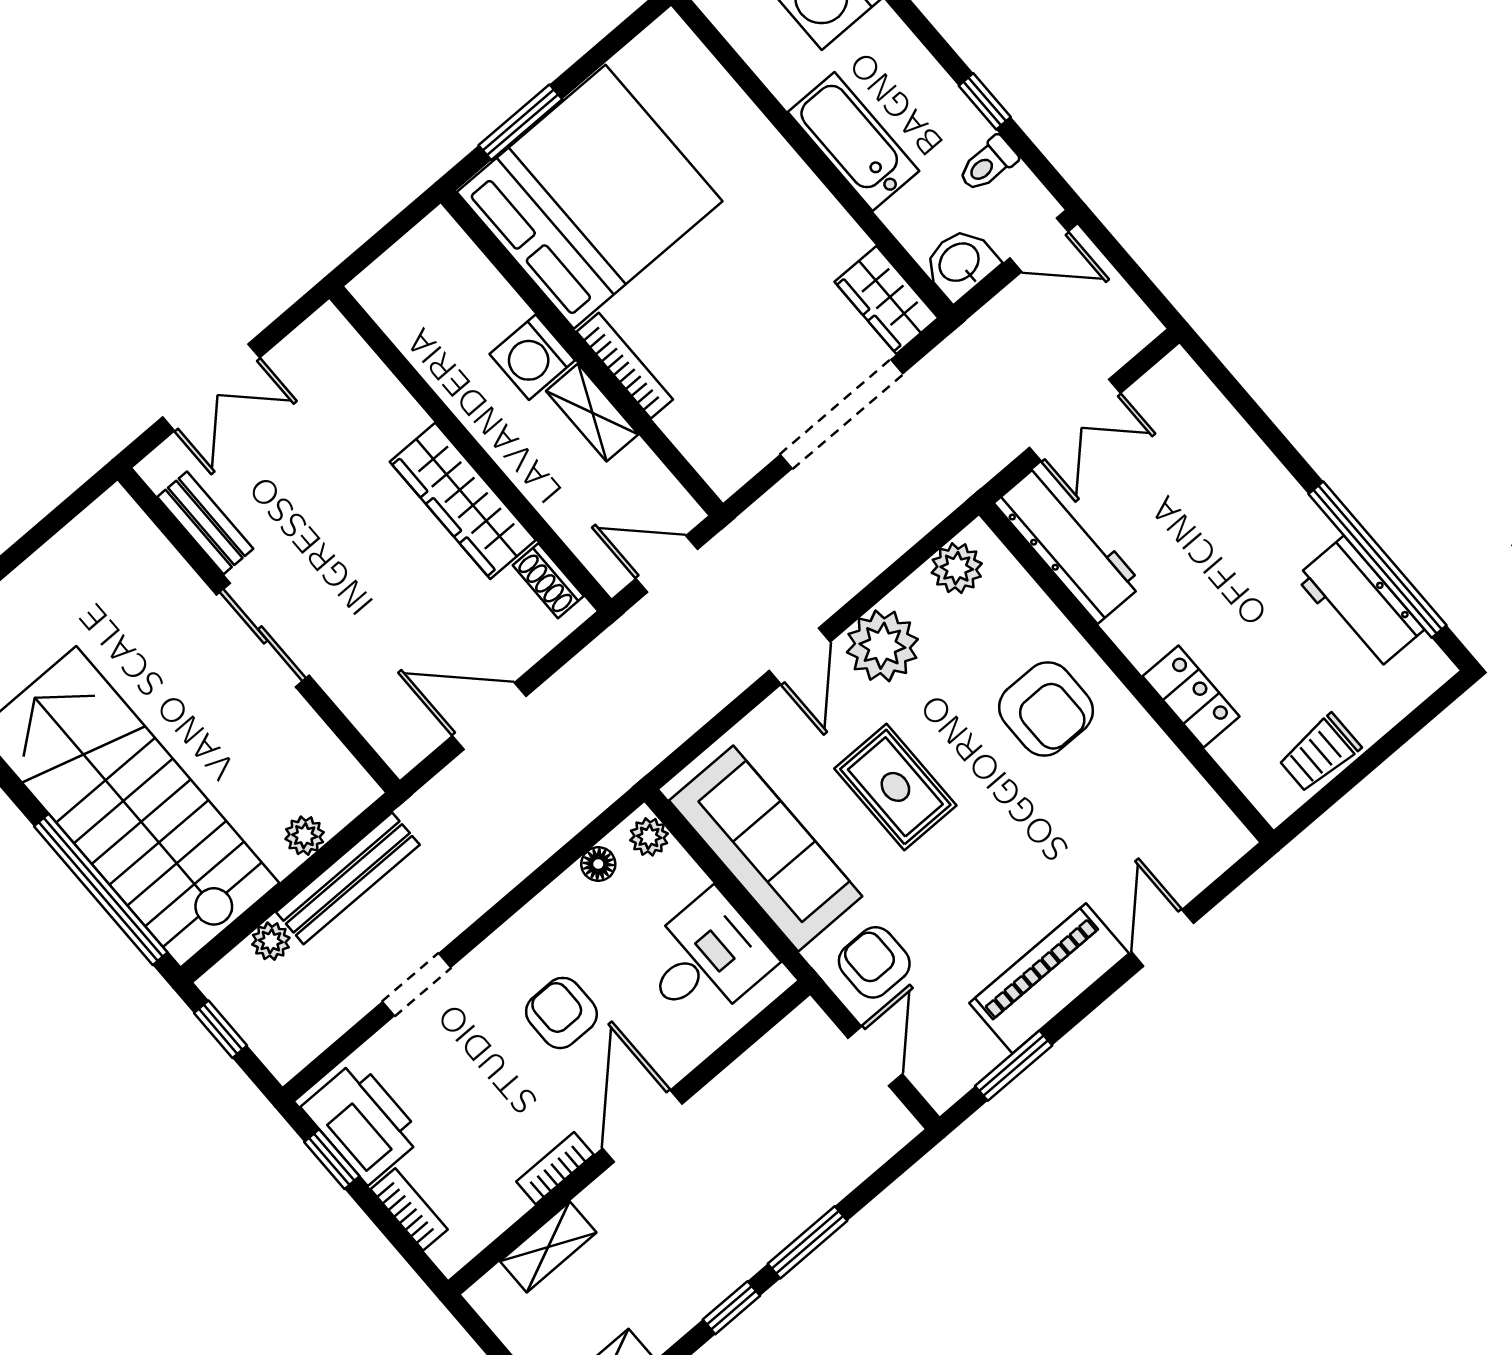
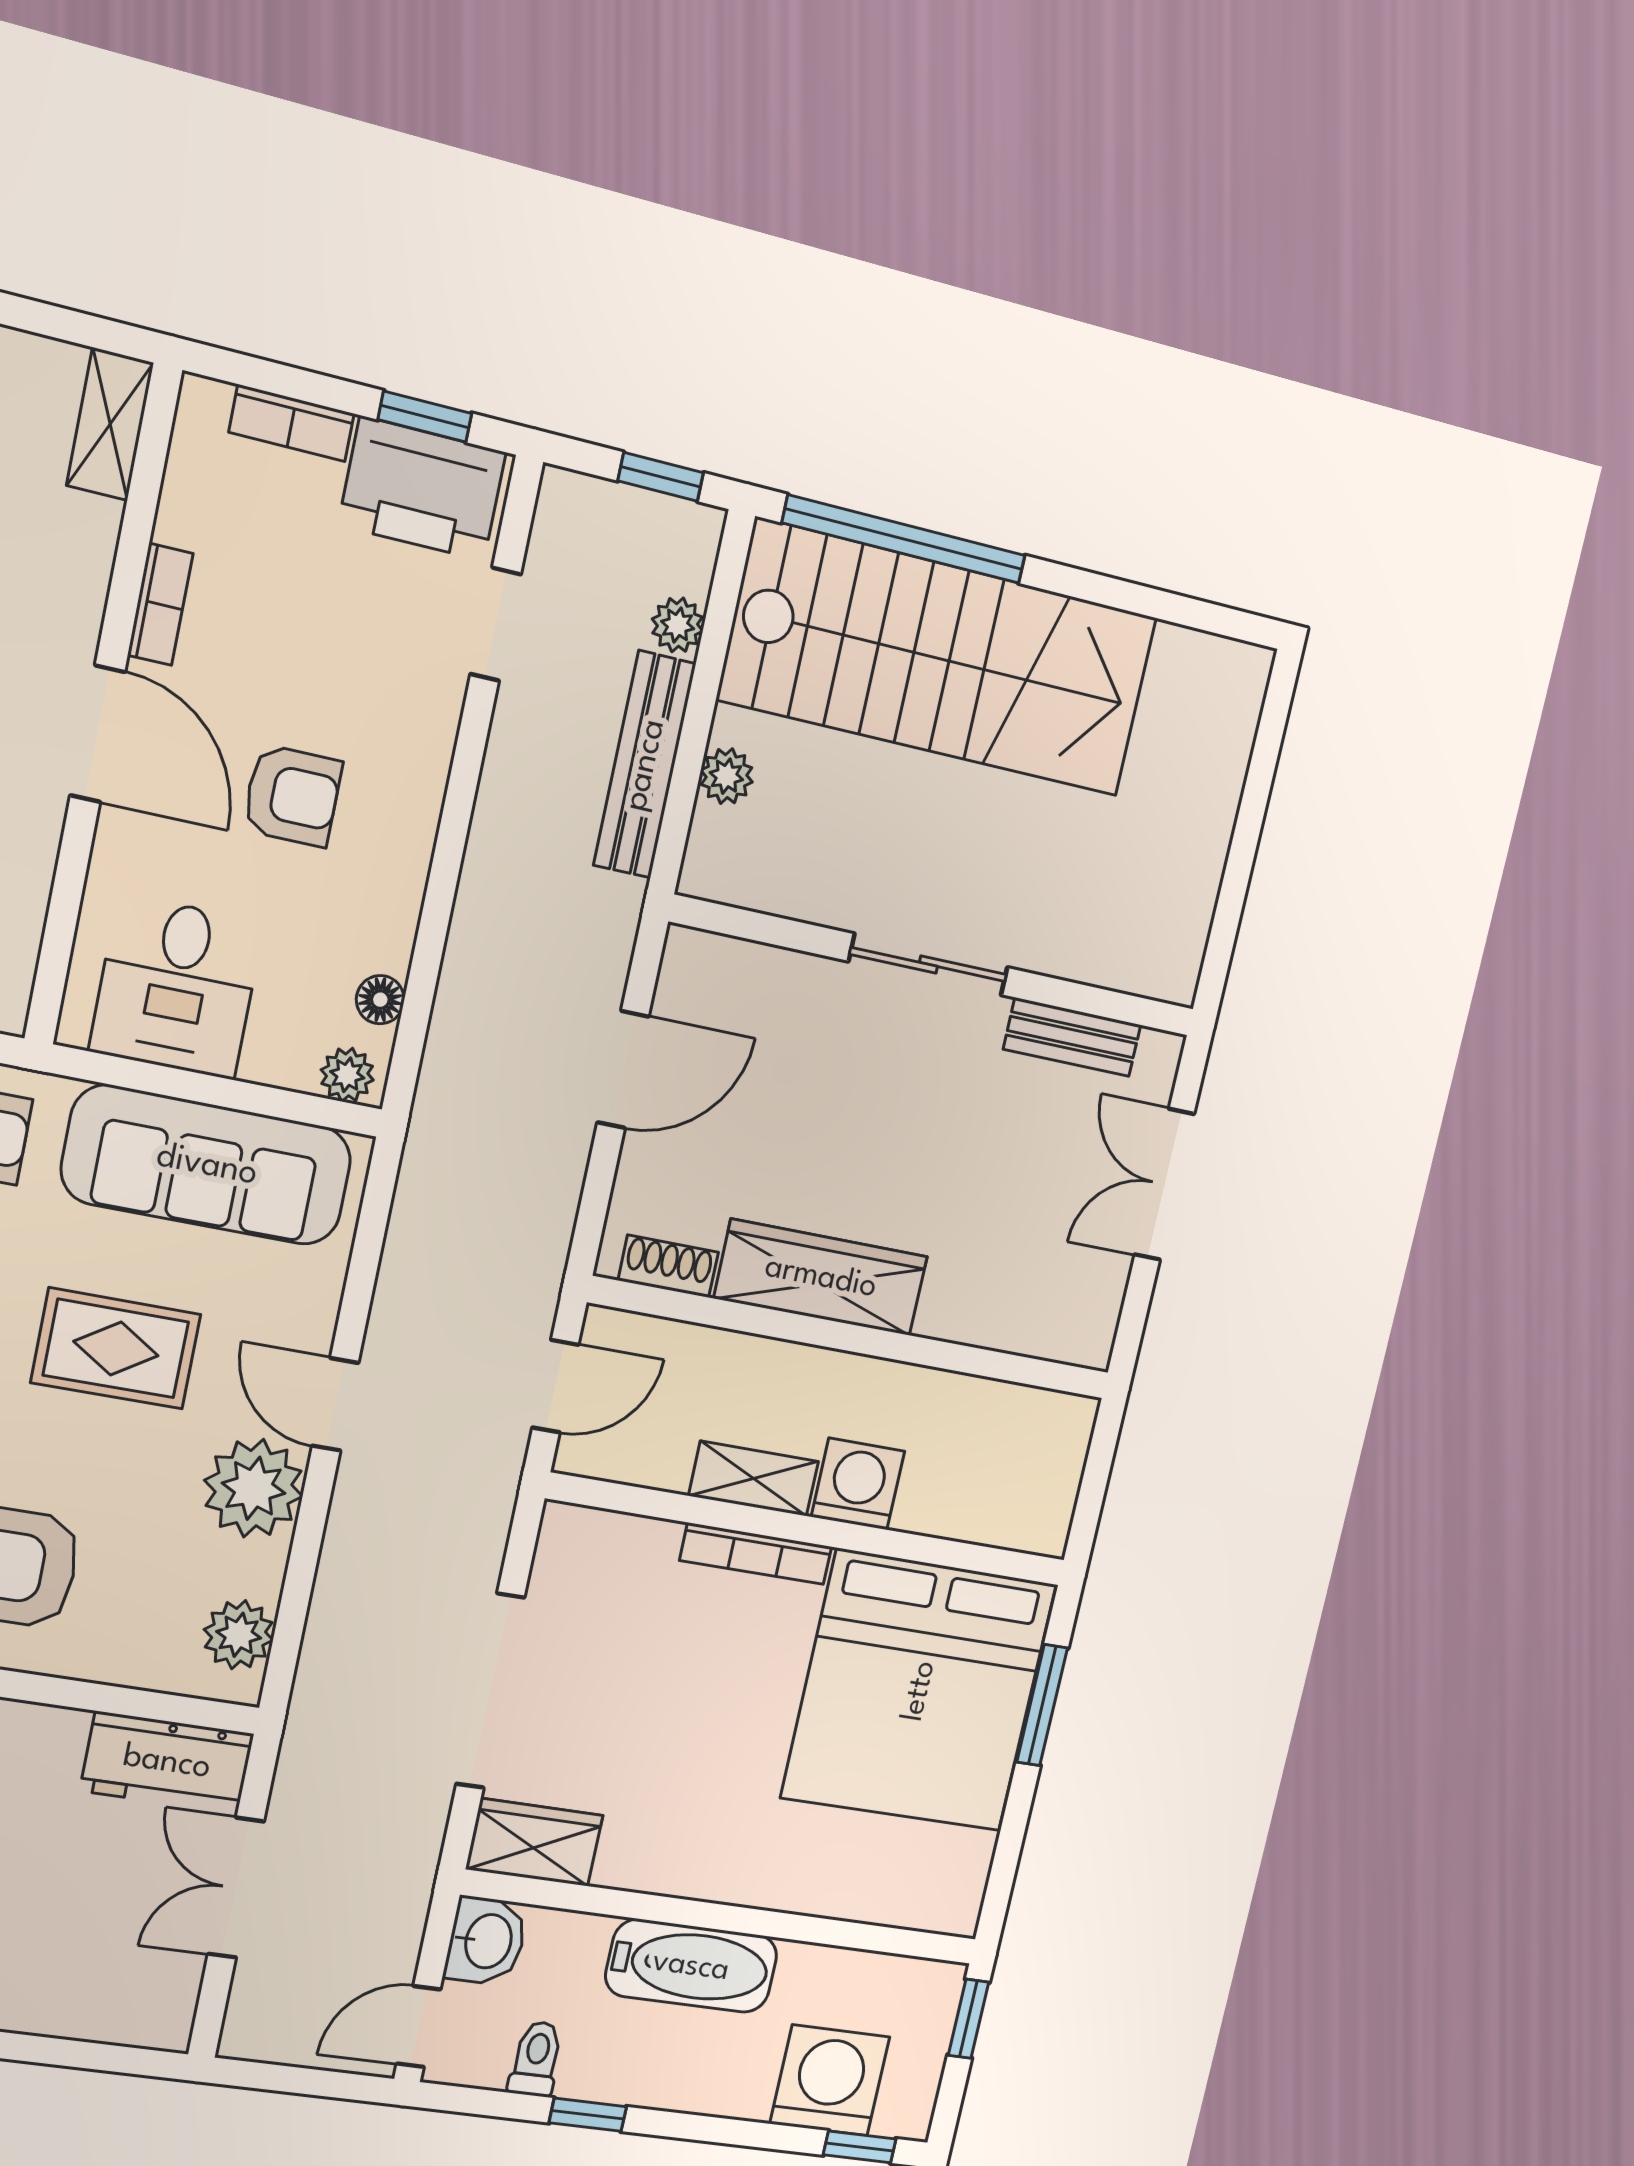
workbench: (1068, 544) -> (167, 1762), width x0.73
doorway: (417, 985) -> (496, 624), moved
shelving: (548, 1247) -> (110, 424), moved

